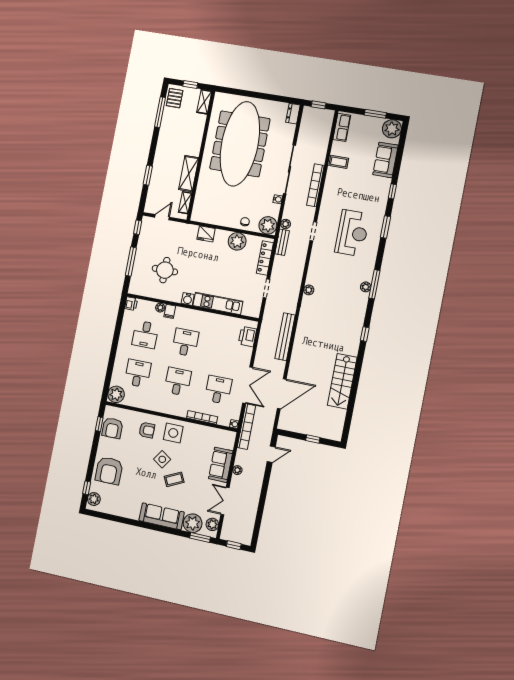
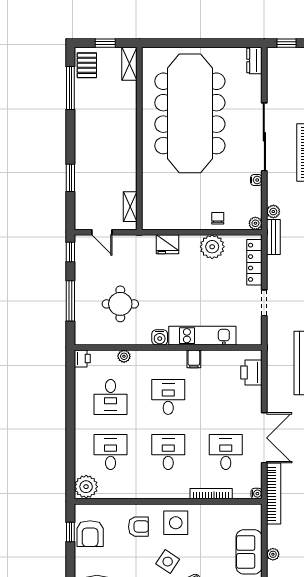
shelving: (189, 174) -> (127, 166), removed
door: (162, 217) -> (102, 232), swing flipped
plant: (268, 225) -> (255, 223), width x0.53, depth x0.53
filing cabinet: (170, 311) -> (194, 359), moved

